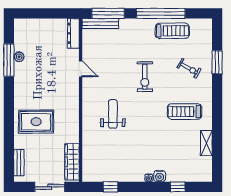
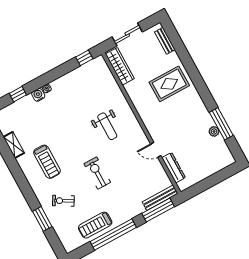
dresser: (73, 33) -> (174, 168), moved
treadmill: (185, 112) -> (47, 162), turned 90
window: (111, 187) -> (84, 58), moved

